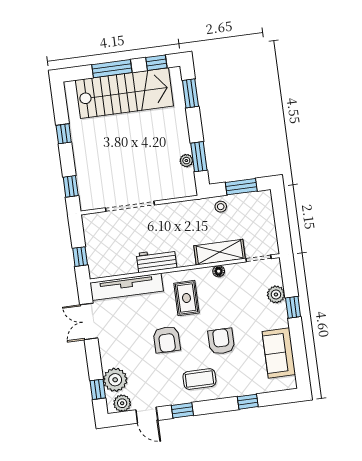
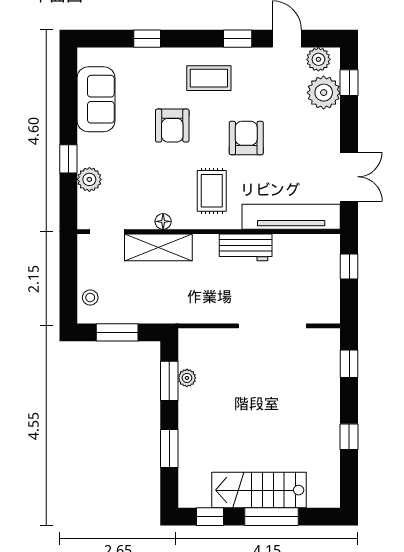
stairs: (124, 93) -> (259, 490), width x0.73, depth x0.66
window: (190, 93) -> (169, 448), moved
stool: (221, 207) -> (90, 297), moved

